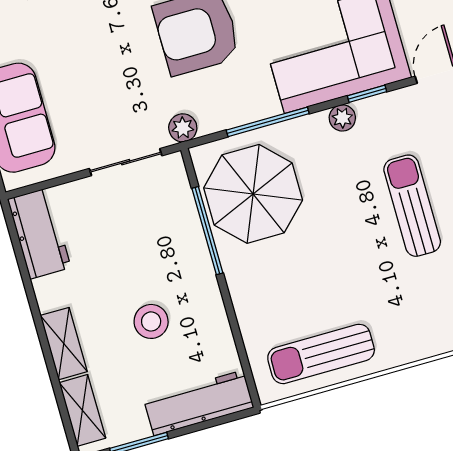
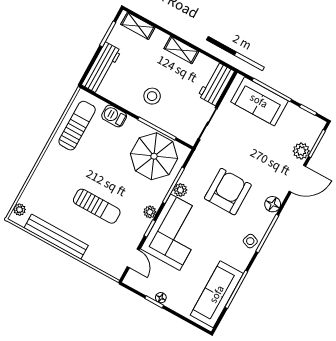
plant: (183, 128) -> (180, 190), moved
workbench: (39, 233) -> (216, 84), moved, turned 90
barbecue: (252, 313) -> (114, 116), added
stool: (151, 321) -> (152, 96), moved
shelving: (64, 344) -> (181, 50), moved

